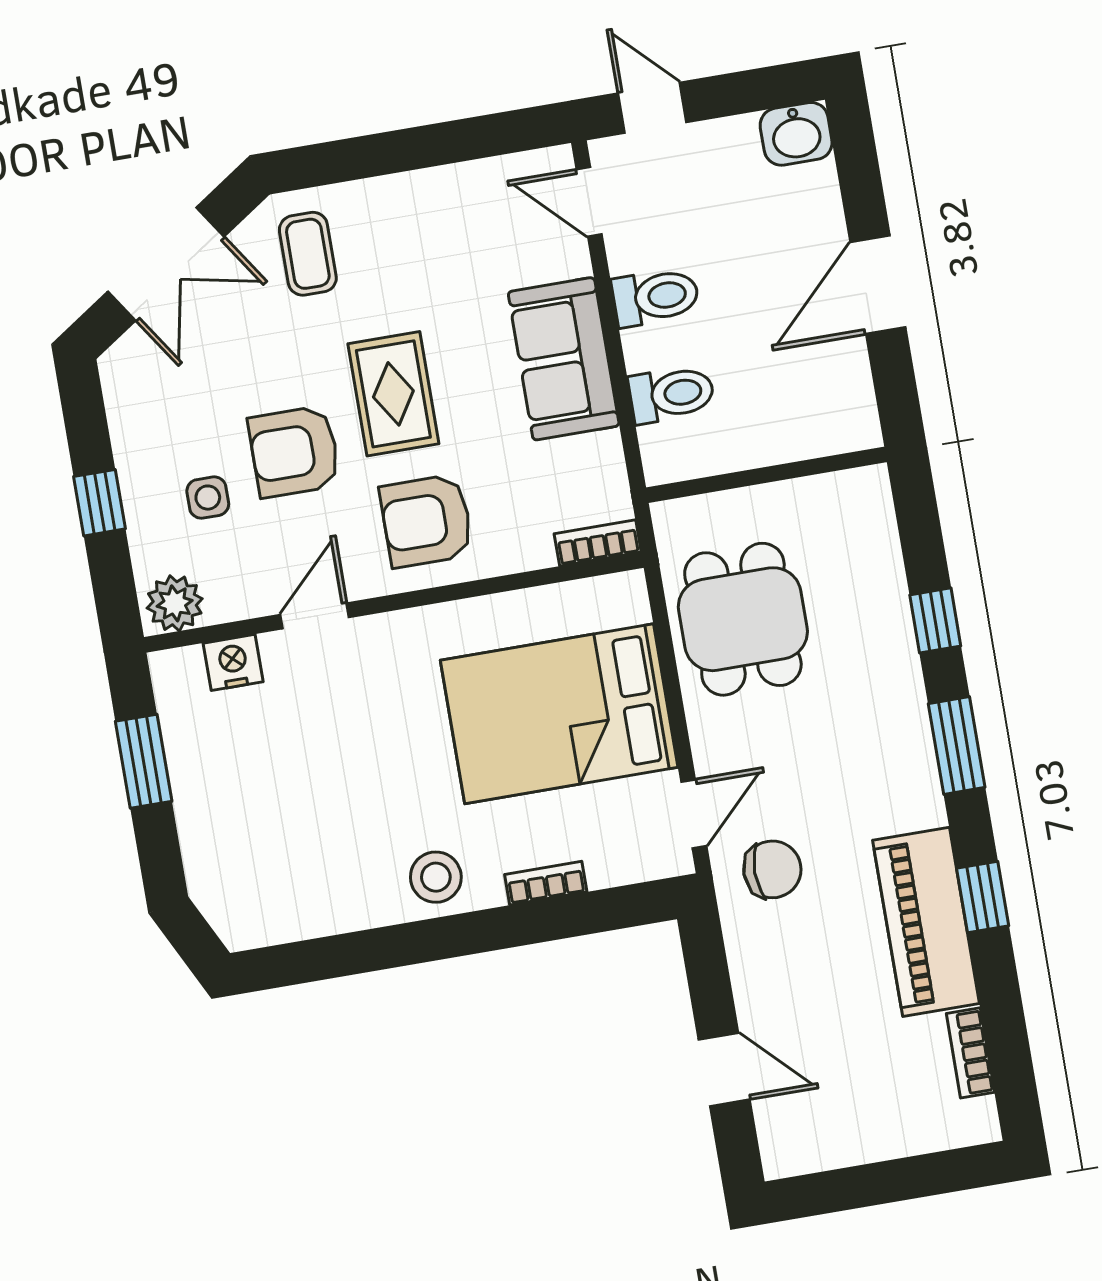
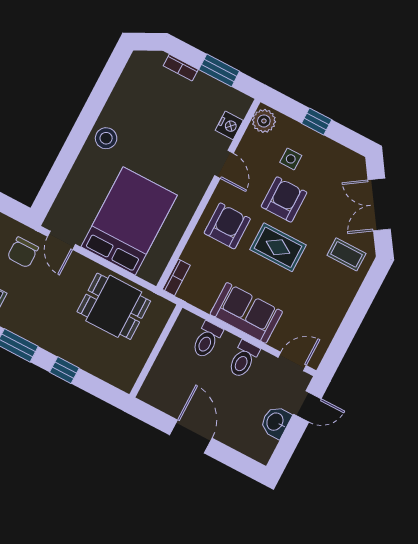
washbasin: (796, 134) -> (276, 422), moved
bookcase: (546, 883) -> (181, 68), moved, turned 90

